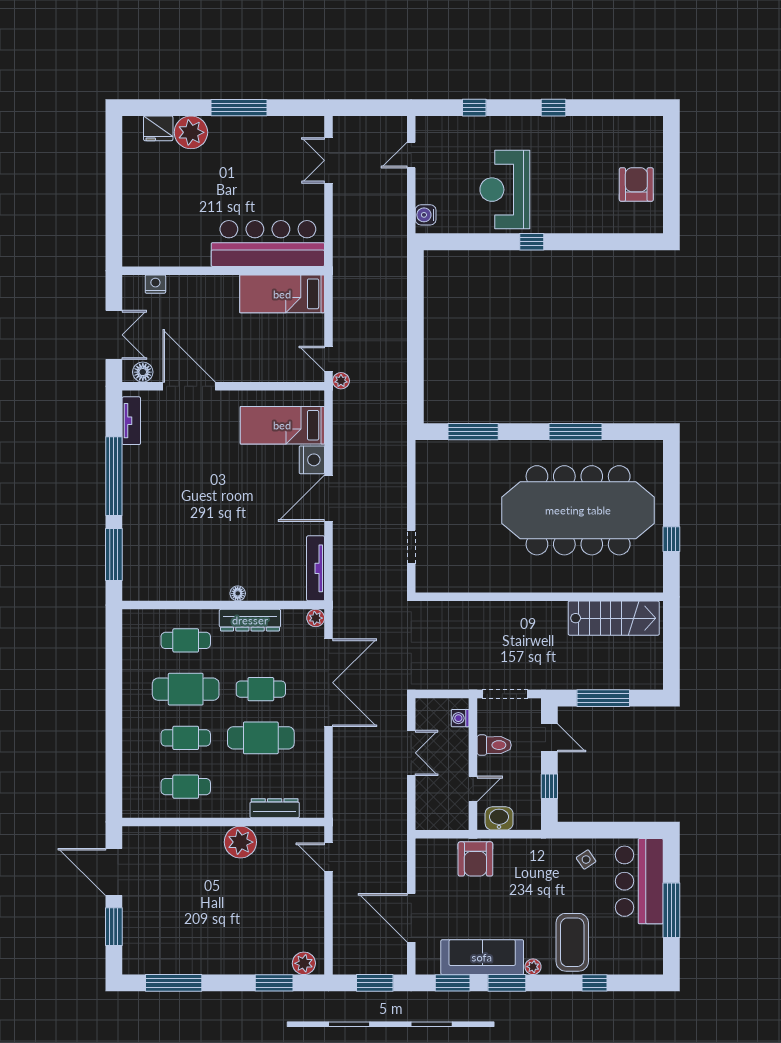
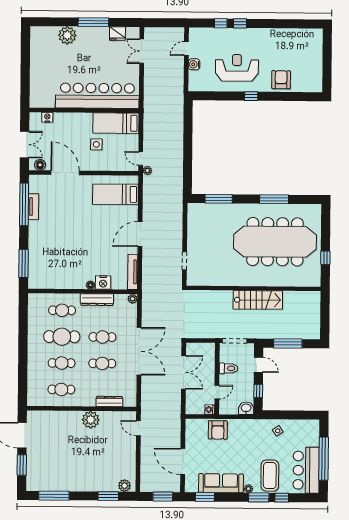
window: (554, 108) -> (240, 23), moved
fridge: (158, 128) -> (117, 34), moved
armchair: (636, 185) -> (281, 80), moved
reception desk: (505, 190) -> (237, 68), turned 90
water cooler: (426, 215) -> (194, 64), moved
bar counter: (268, 243) -> (97, 96), width x1.36
side table: (246, 333) -> (96, 144), added
tv unit: (131, 421) -> (33, 207), moved
nightstand: (312, 460) -> (103, 282), moved, turned 90
window: (114, 476) -> (24, 204), moved
stairs: (614, 618) -> (258, 300), moved
double door: (329, 683) -> (139, 351), moved
washing machine: (460, 718) -> (210, 410), moved
cafe table: (261, 738) -> (102, 363), width x0.73, depth x0.74
double door: (411, 753) -> (184, 372), width x1.37
washbasin: (499, 818) -> (246, 408), moved
bar counter: (639, 881) -> (306, 470), moved
window: (671, 910) -> (324, 459), width x1.46
window: (507, 983) -> (259, 497), moved

